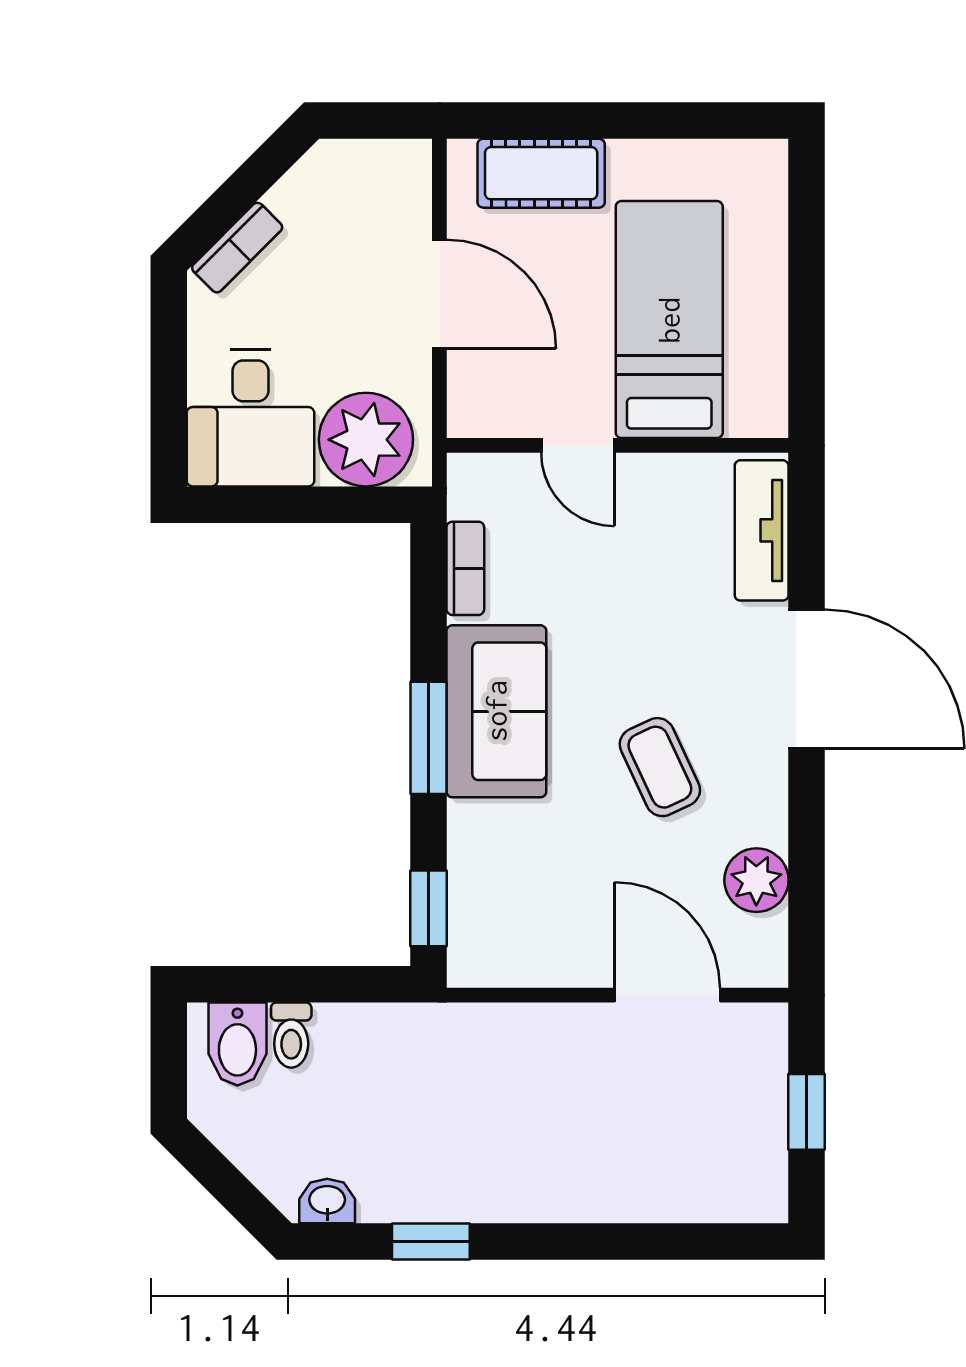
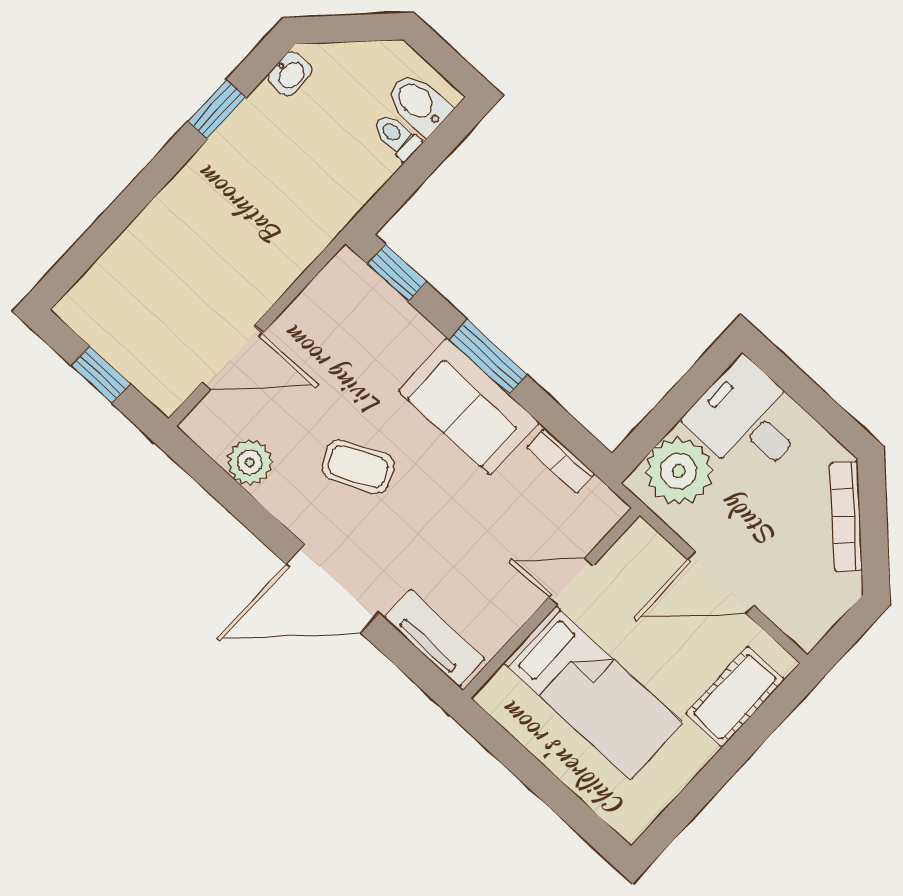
bookcase: (237, 248) -> (846, 517), width x1.56

